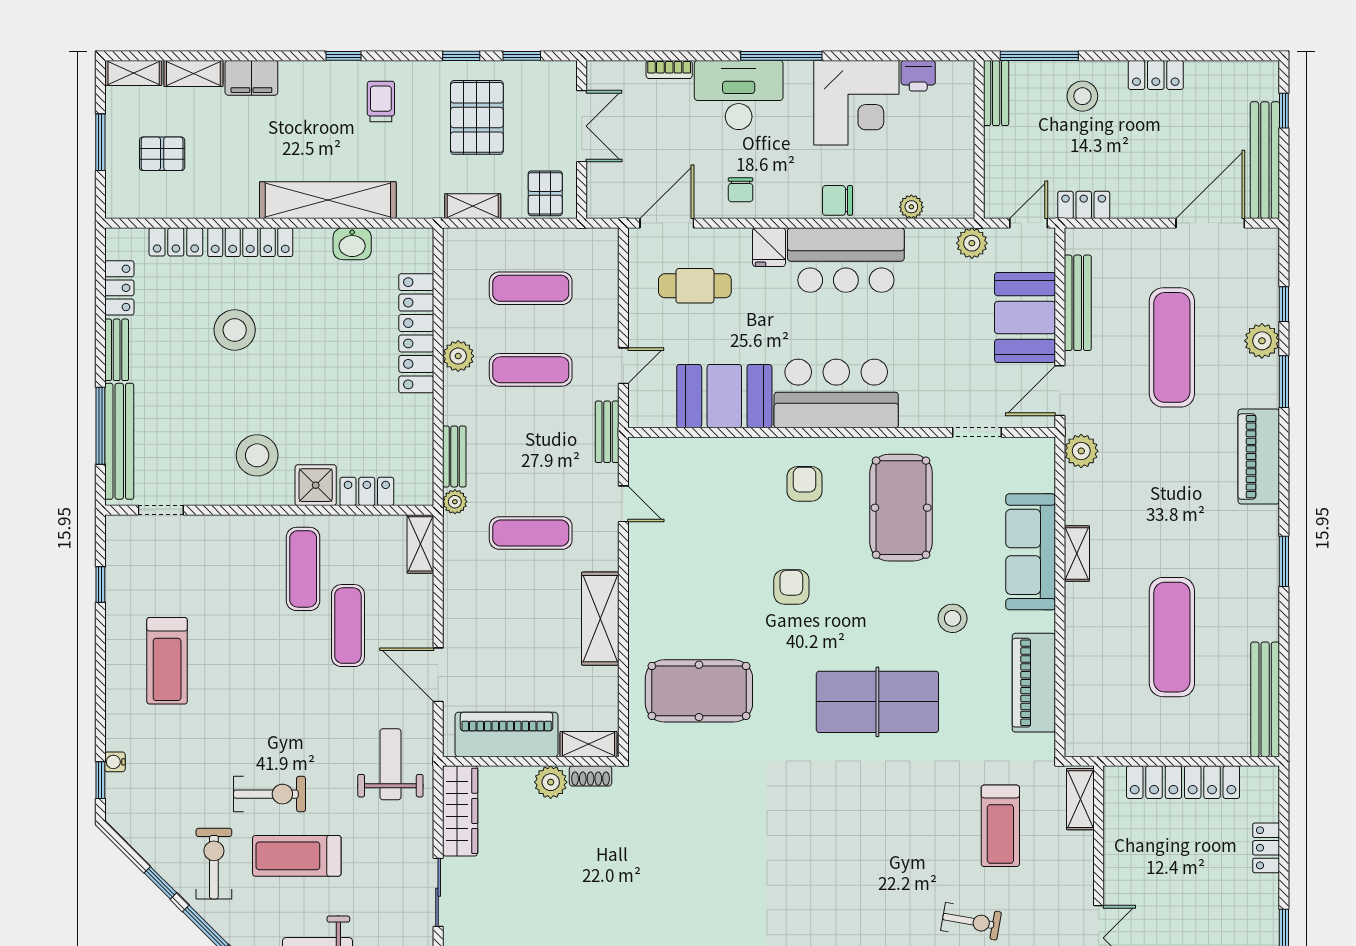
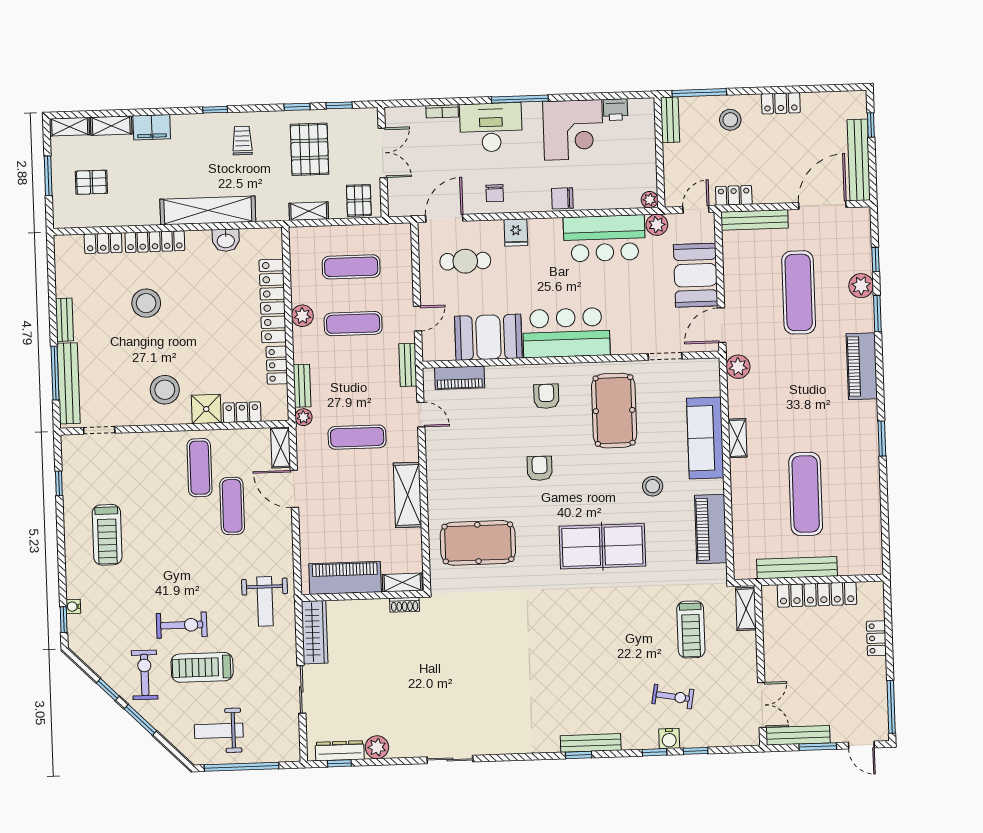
plant: (911, 207) -> (650, 200), moved
bar counter: (846, 260) -> (604, 238), moved
locker: (119, 288) -> (277, 365), moved, turned 180
bench: (1078, 303) -> (754, 220), moved, turned 90
piano: (681, 453) -> (460, 378), added
door: (438, 675) -> (294, 489), moved
bench: (1265, 699) -> (797, 568), moved, turned 90
weight bench: (390, 764) -> (265, 601), turned 180
plant: (551, 782) -> (377, 610), removed

